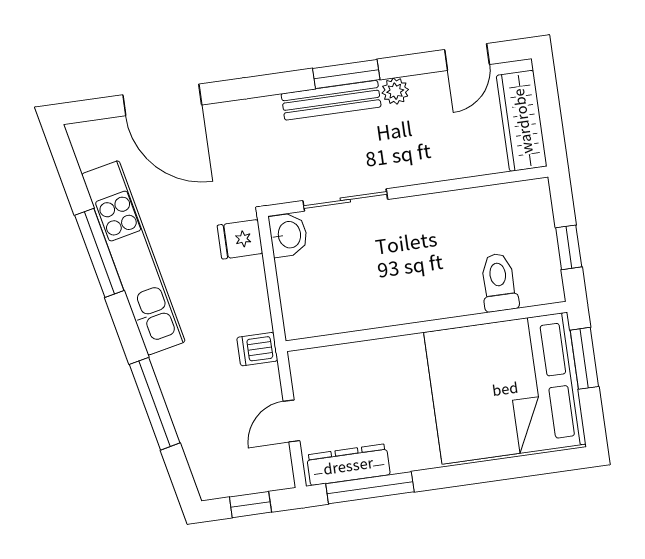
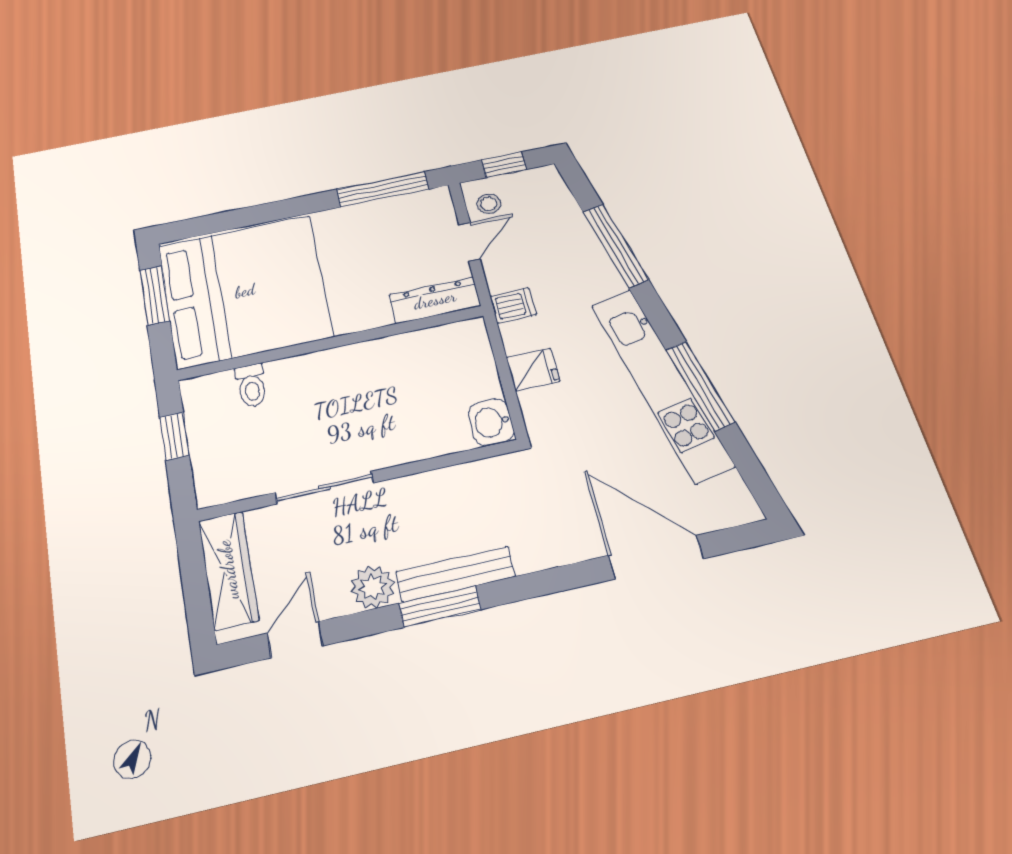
plant: (395, 91) -> (373, 587), width x1.38, depth x1.38
sliding door: (345, 200) -> (324, 488), moved
fridge: (240, 239) -> (533, 370), moved
toilet: (499, 282) -> (251, 386), width x0.73, depth x0.72
window: (584, 358) -> (155, 295), moved
stool: (269, 461) -> (489, 204), added
dresser: (348, 465) -> (435, 300), moved, turned 180

